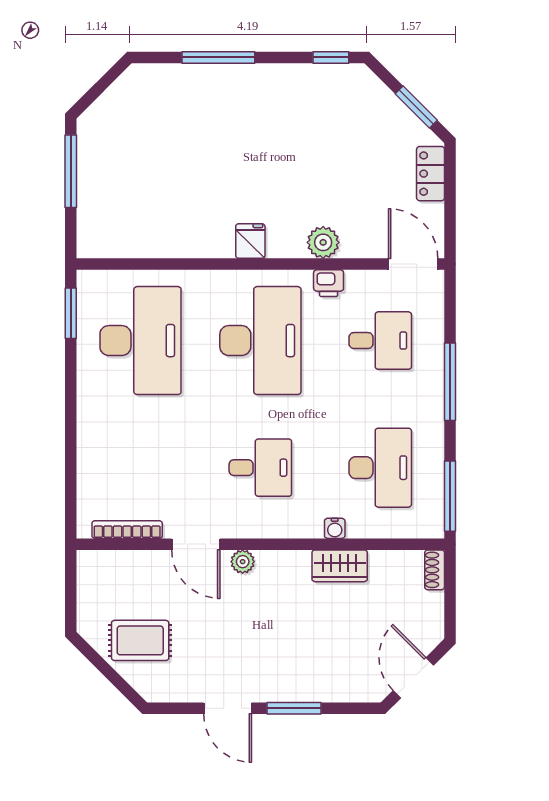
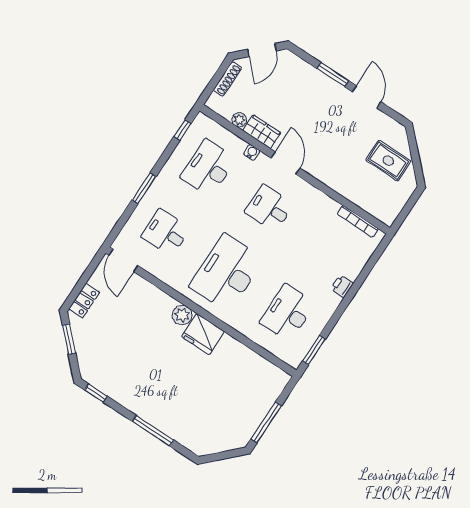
fridge: (250, 241) -> (203, 334), width x1.88, depth x1.34
plant: (323, 242) -> (182, 315), moved
printer: (329, 283) -> (342, 286), moved, turned -90
desk: (140, 341) -> (288, 313), width x0.73, depth x0.77
window: (450, 382) -> (144, 188), width x0.69
window: (450, 496) -> (182, 130), width x0.46
door: (196, 544) -> (285, 163), moved
plant: (243, 562) -> (239, 120), moved
shoe rack: (435, 570) -> (227, 79), moved, width x1.43

